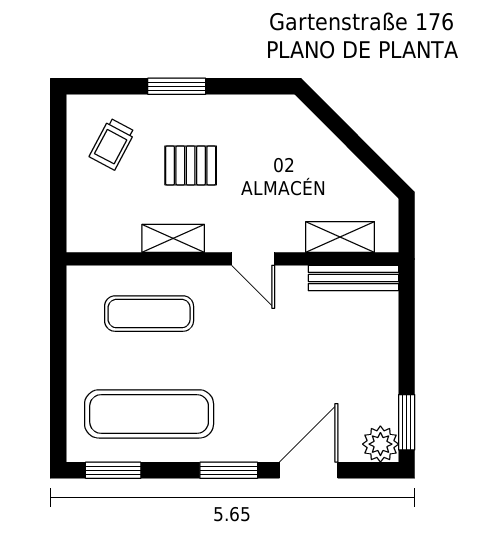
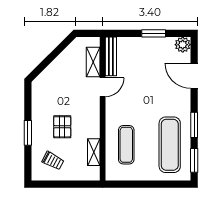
shelving: (173, 238) -> (94, 152), moved
door: (253, 259) -> (103, 87), moved
window: (407, 422) -> (154, 33), moved
window: (229, 470) -> (194, 125), moved

